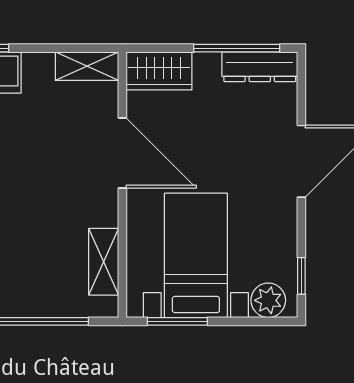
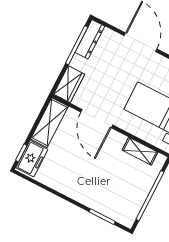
shelving: (87, 66) -> (49, 123), width x1.50, depth x1.33
door: (122, 153) -> (97, 119), swing flipped

